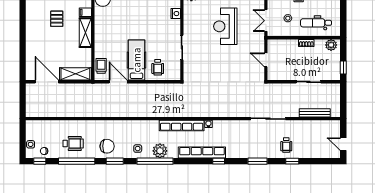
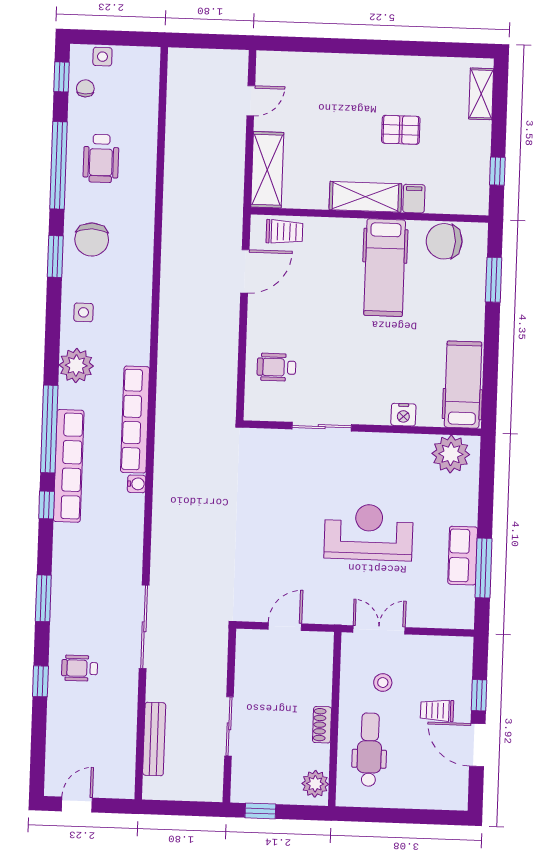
hospital bed: (136, 60) -> (385, 268), moved, turned 90
door: (47, 82) -> (251, 101), width x0.53
window: (155, 161) -> (49, 429), moved

